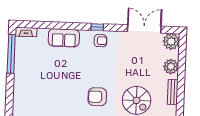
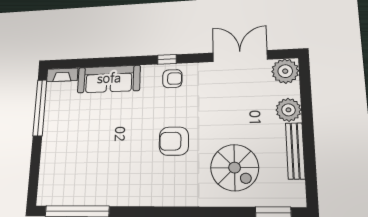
sofa: (64, 38) -> (109, 79), width x1.36
bench: (173, 92) -> (295, 151), width x1.36
armchair: (97, 97) -> (174, 141), moved

